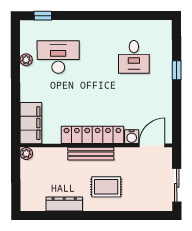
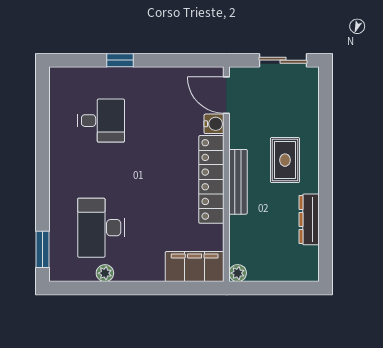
window: (43, 16) -> (43, 249), width x1.50

